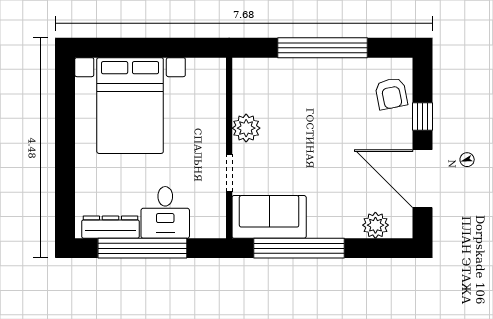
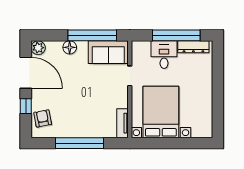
tv unit: (242, 85) -> (123, 123), added
bed with nightstands: (130, 106) -> (161, 112), moved
plant: (246, 128) -> (121, 100), removed
plant: (375, 225) -> (38, 48), moved
floor lamp: (341, 226) -> (70, 47), added

